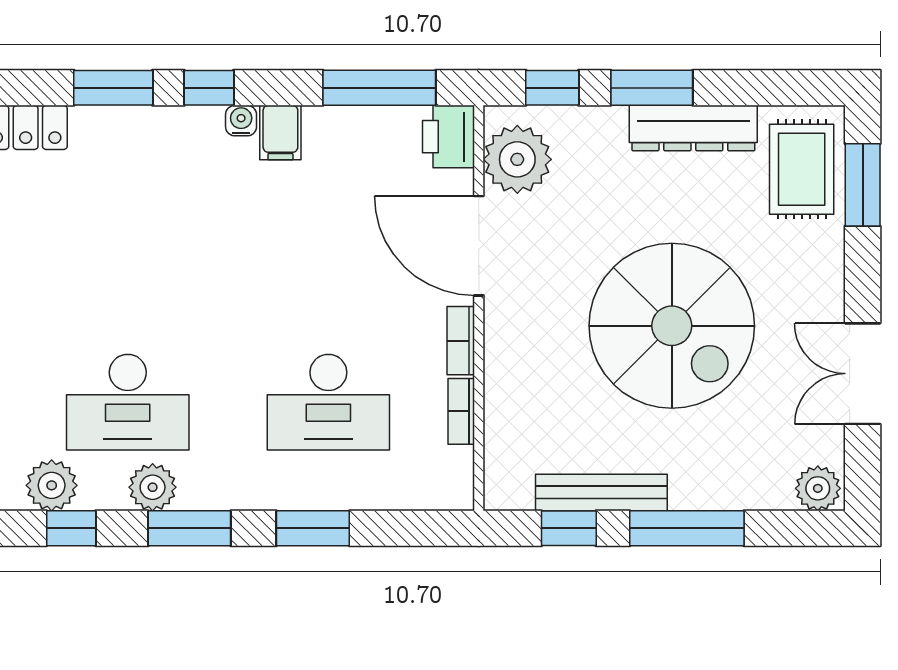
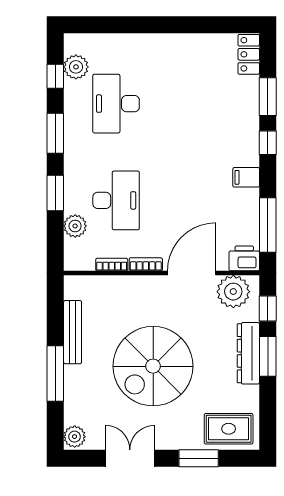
water cooler: (241, 121) -> (252, 158), removed
dresser: (693, 128) -> (248, 353), moved
window: (863, 185) -> (199, 458), moved
desk: (328, 402) -> (116, 200), turned 180
plant: (153, 487) -> (75, 226), moved
window: (569, 528) -> (55, 316), removed

